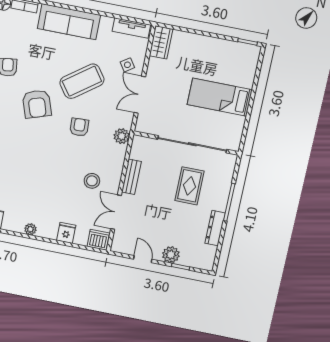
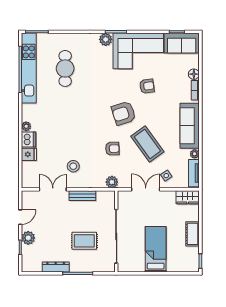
plant: (107, 22) -> (195, 154), added
cot: (210, 45) -> (192, 234), added
dishwasher: (98, 240) -> (29, 140), moved

